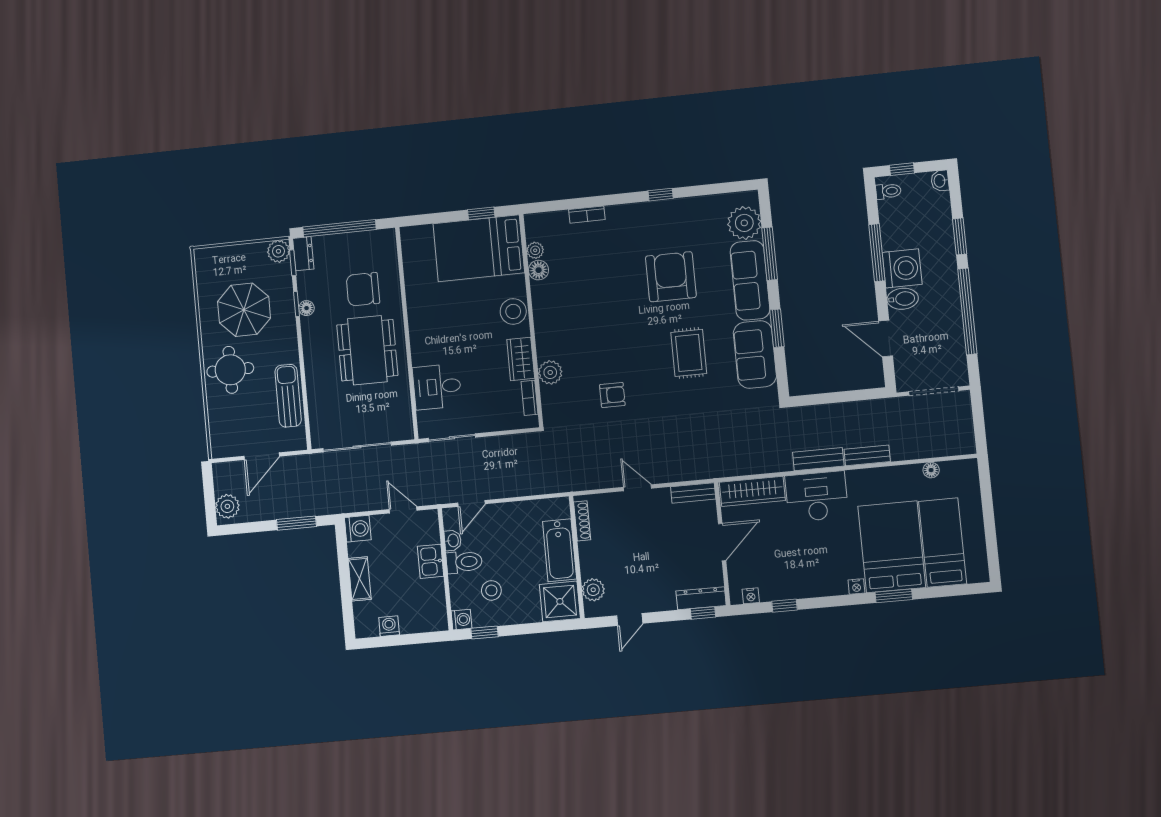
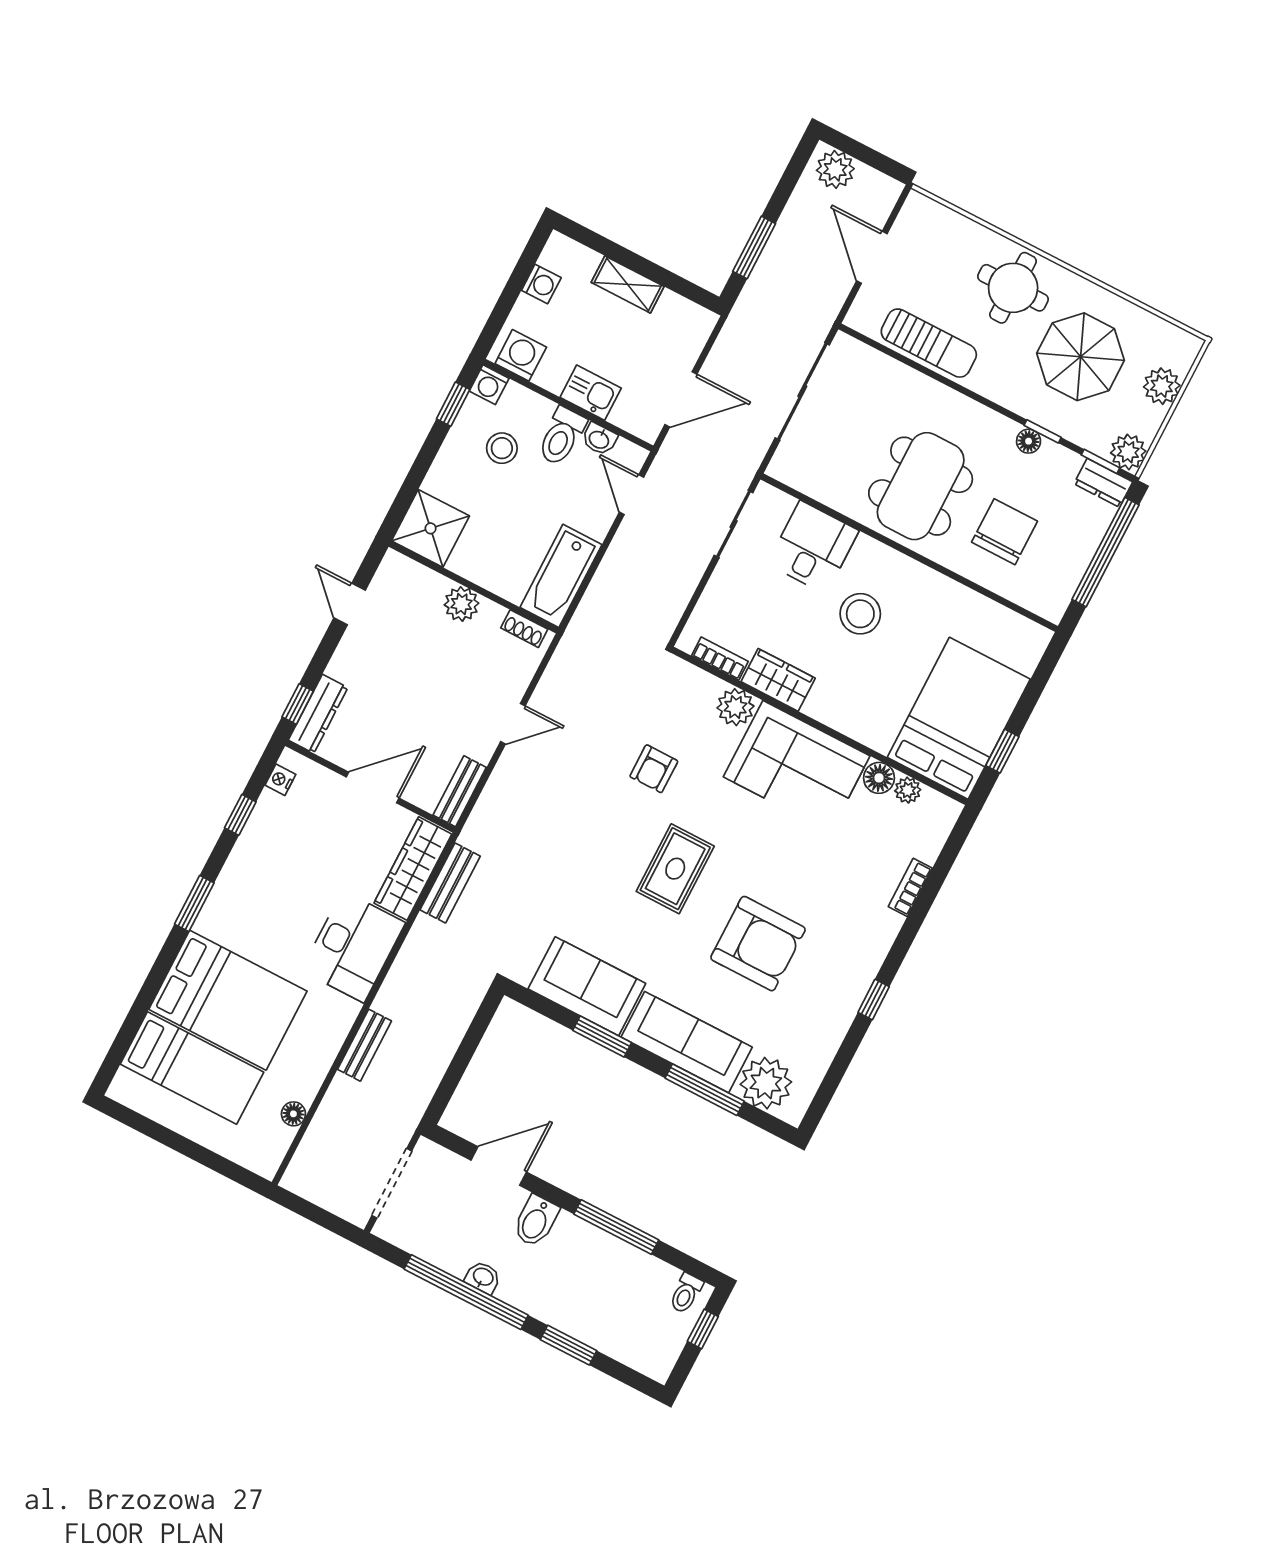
washbasin: (940, 181) -> (483, 1277), moved
plant: (232, 256) -> (1162, 386), added
washing machine: (902, 268) -> (575, 1246), removed
stool: (513, 311) -> (860, 614), moved
corner sofa: (561, 318) -> (797, 766), added
dining table: (367, 350) -> (921, 486), turned 90
rug: (689, 353) -> (675, 869), moved, turned 90
bench: (818, 459) -> (450, 883), moved
door: (403, 510) -> (681, 399), width x1.38
shoe rack: (582, 521) -> (524, 629), width x0.70
washing machine: (358, 529) -> (521, 355), moved, turned 180
door: (722, 542) -> (373, 788), swing flipped
bathtub: (560, 550) -> (561, 576), moved, turned -90
nightstand: (856, 586) -> (206, 922), removed
plant: (593, 590) -> (461, 604), moved
window: (894, 596) -> (194, 904), moved

